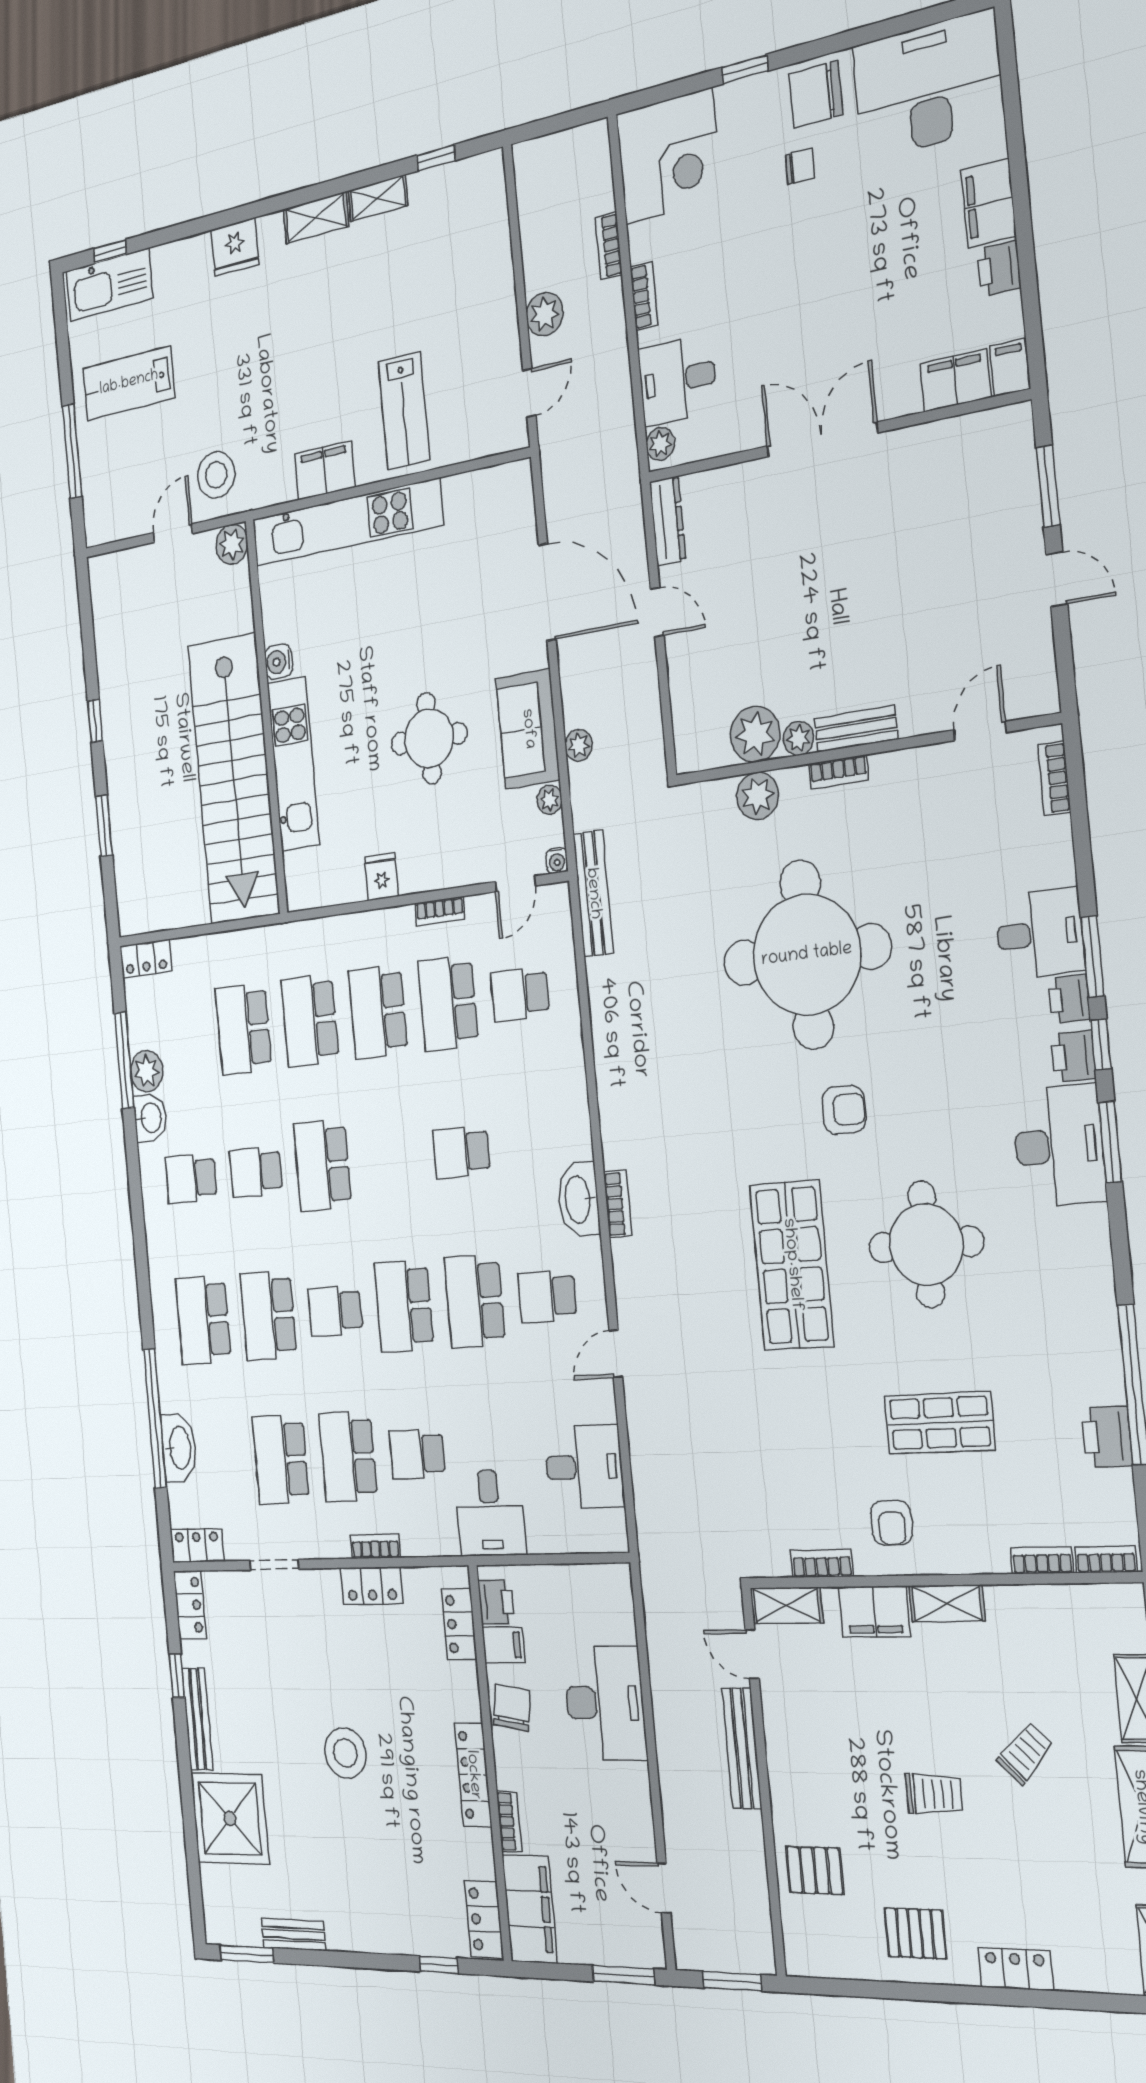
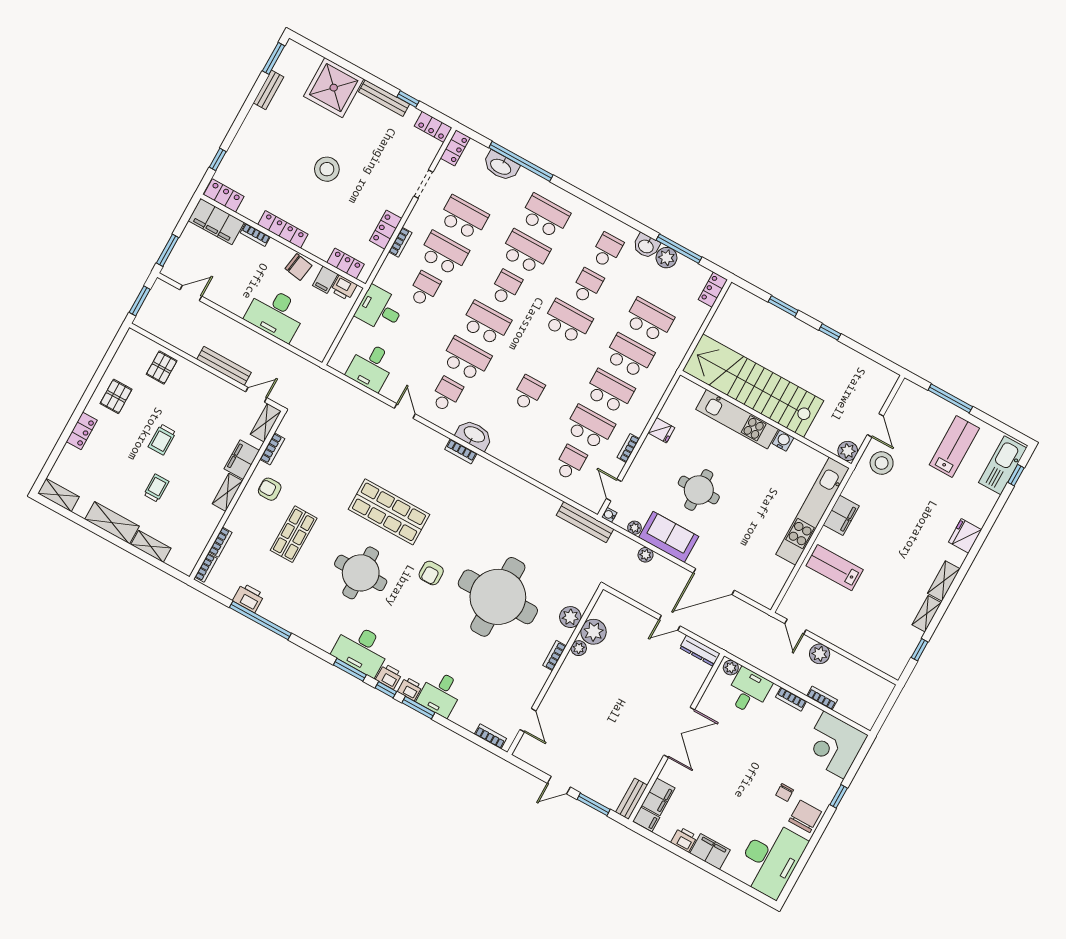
bench: (856, 729) -> (632, 799), moved
trolley: (1025, 1753) -> (156, 488), turned -134

